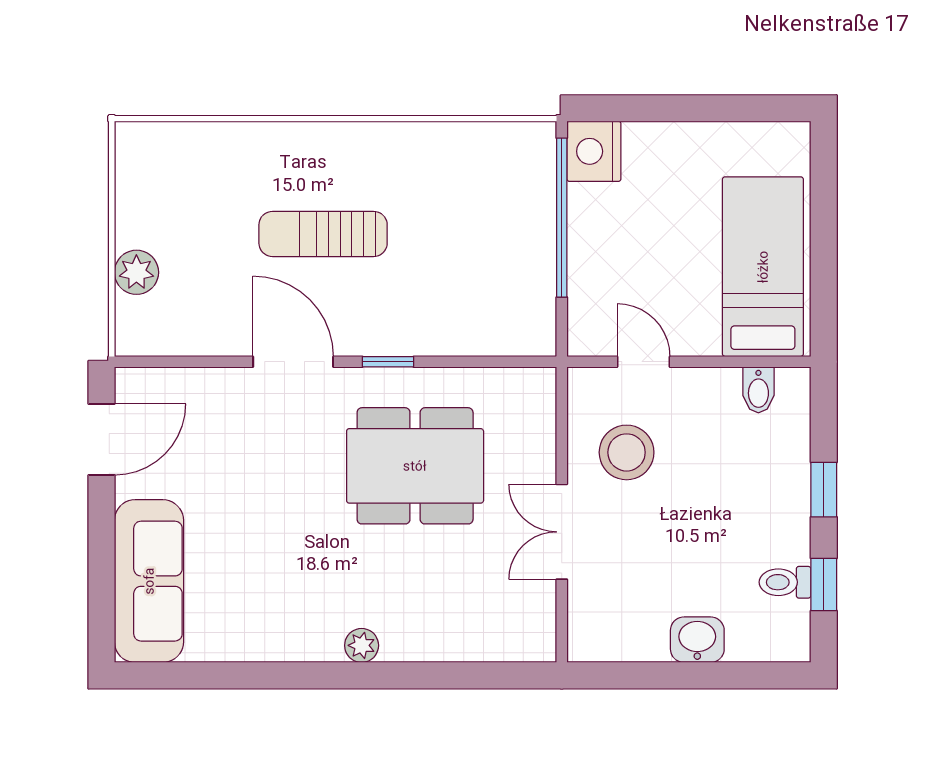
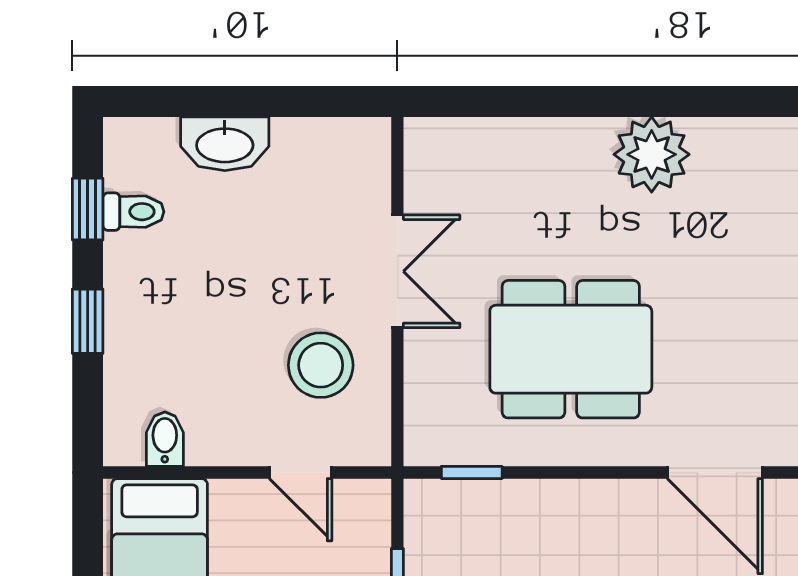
window: (388, 362) -> (472, 472), moved
washbasin: (697, 640) -> (225, 144), width x1.38
plant: (362, 645) -> (652, 154), width x1.87, depth x1.87

